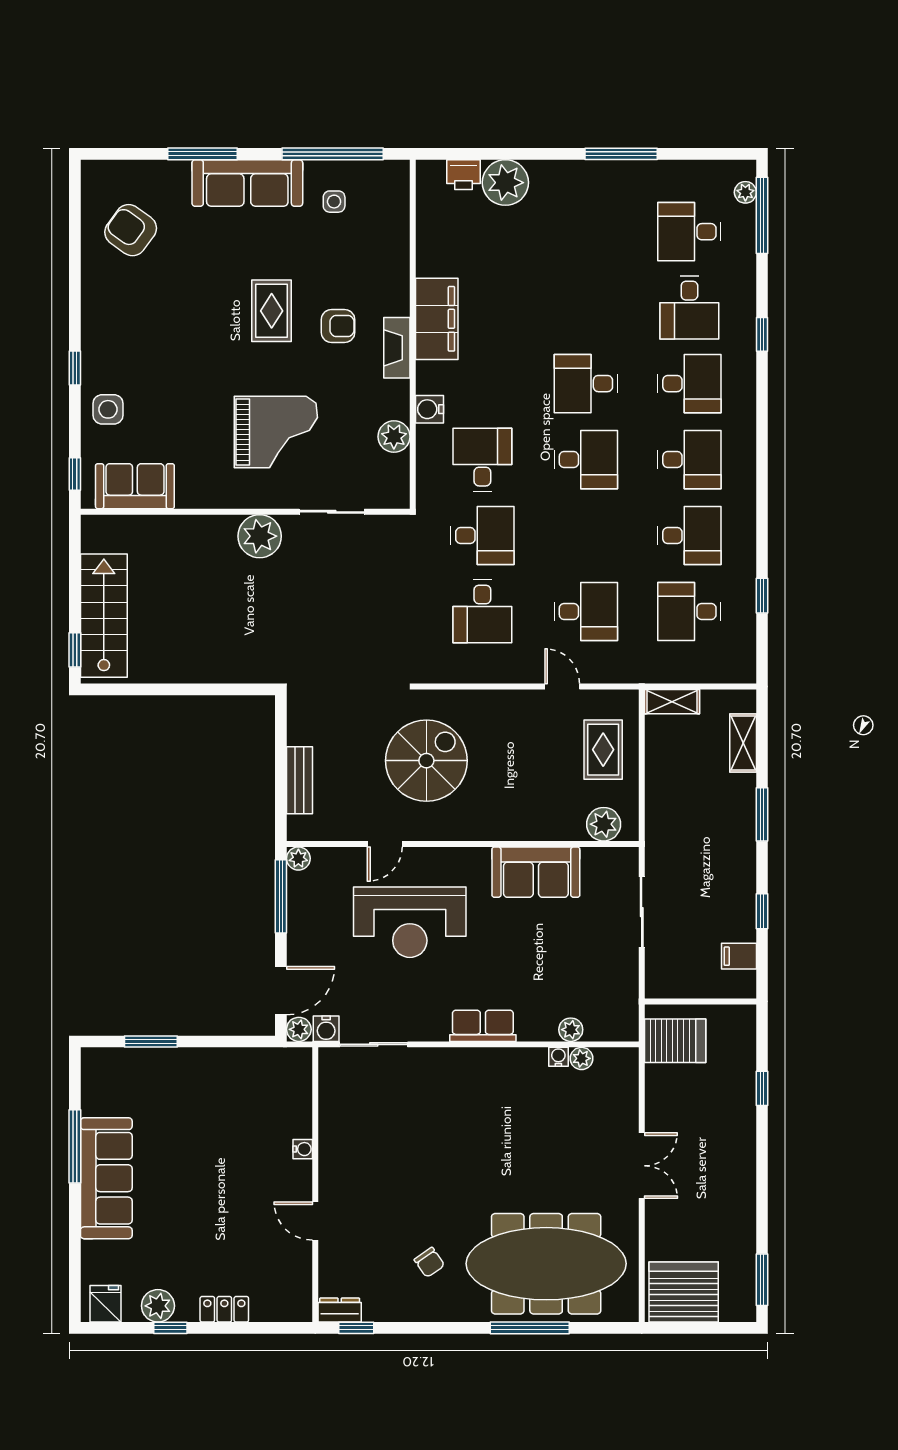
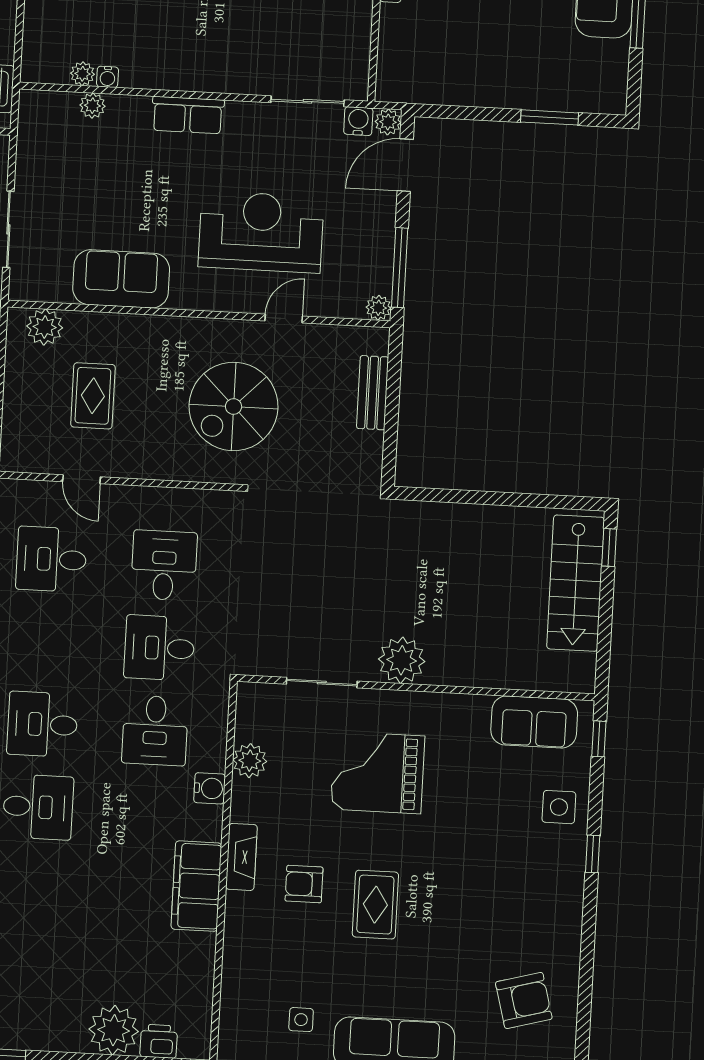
armchair: (131, 230) -> (524, 1000), turned -51
rug: (603, 750) -> (93, 396), moved

